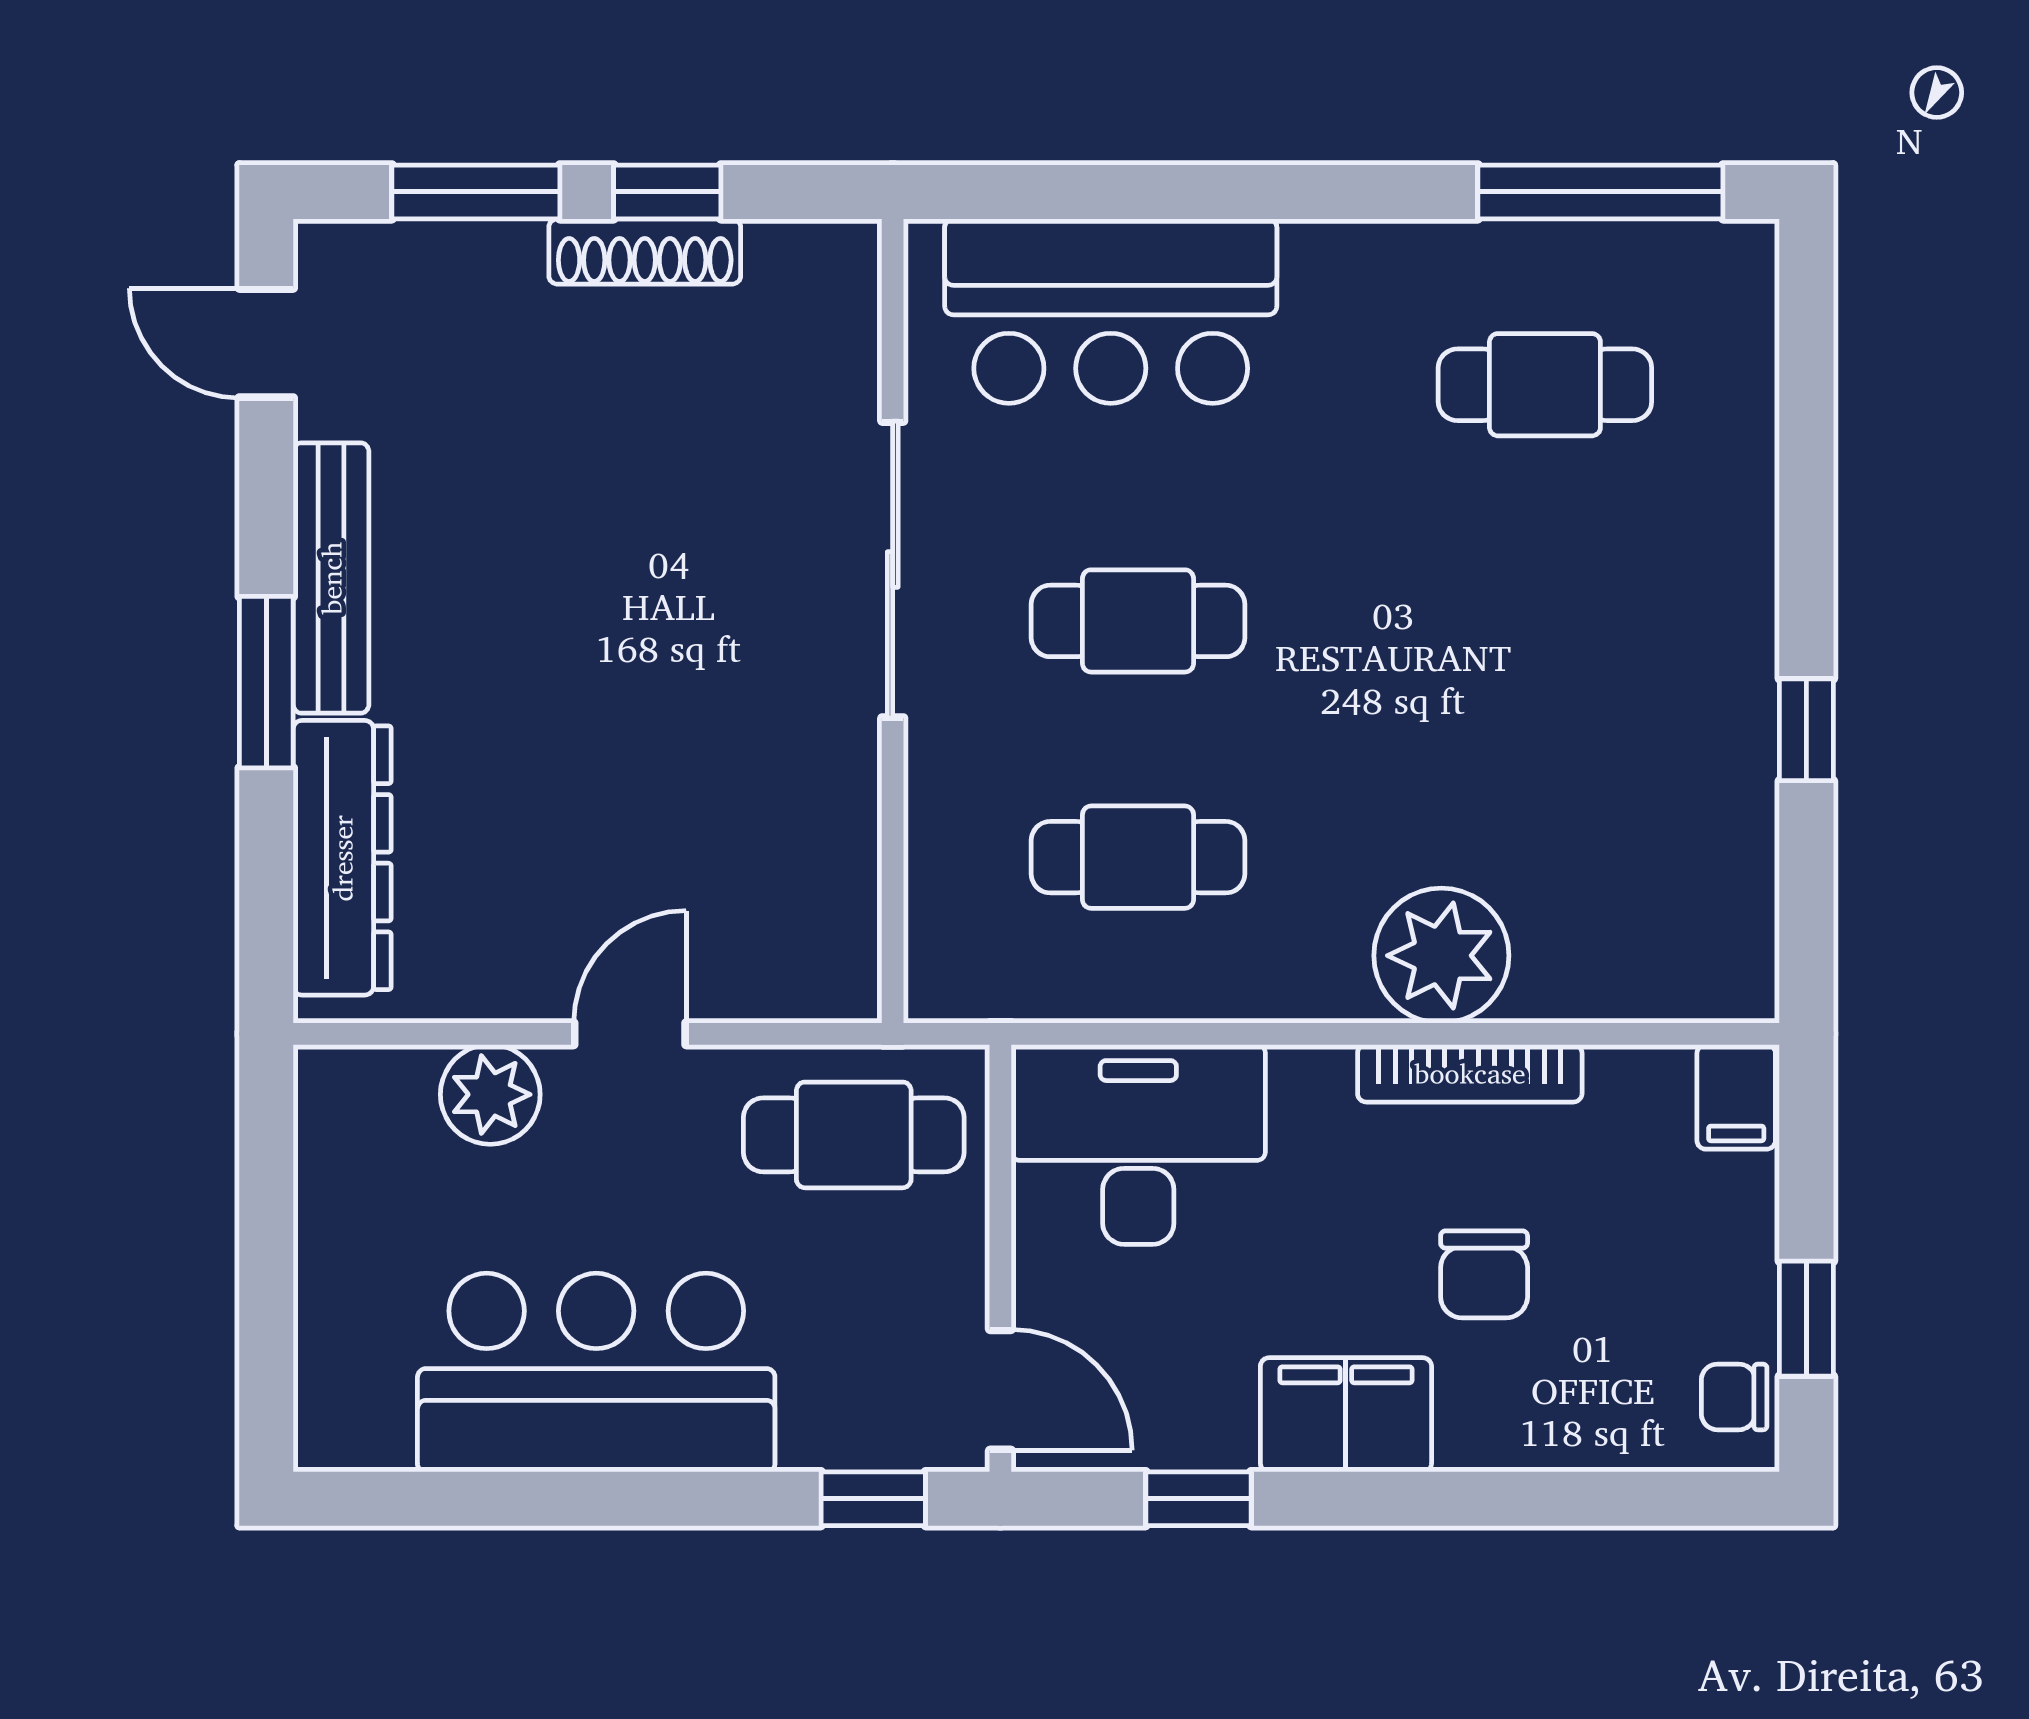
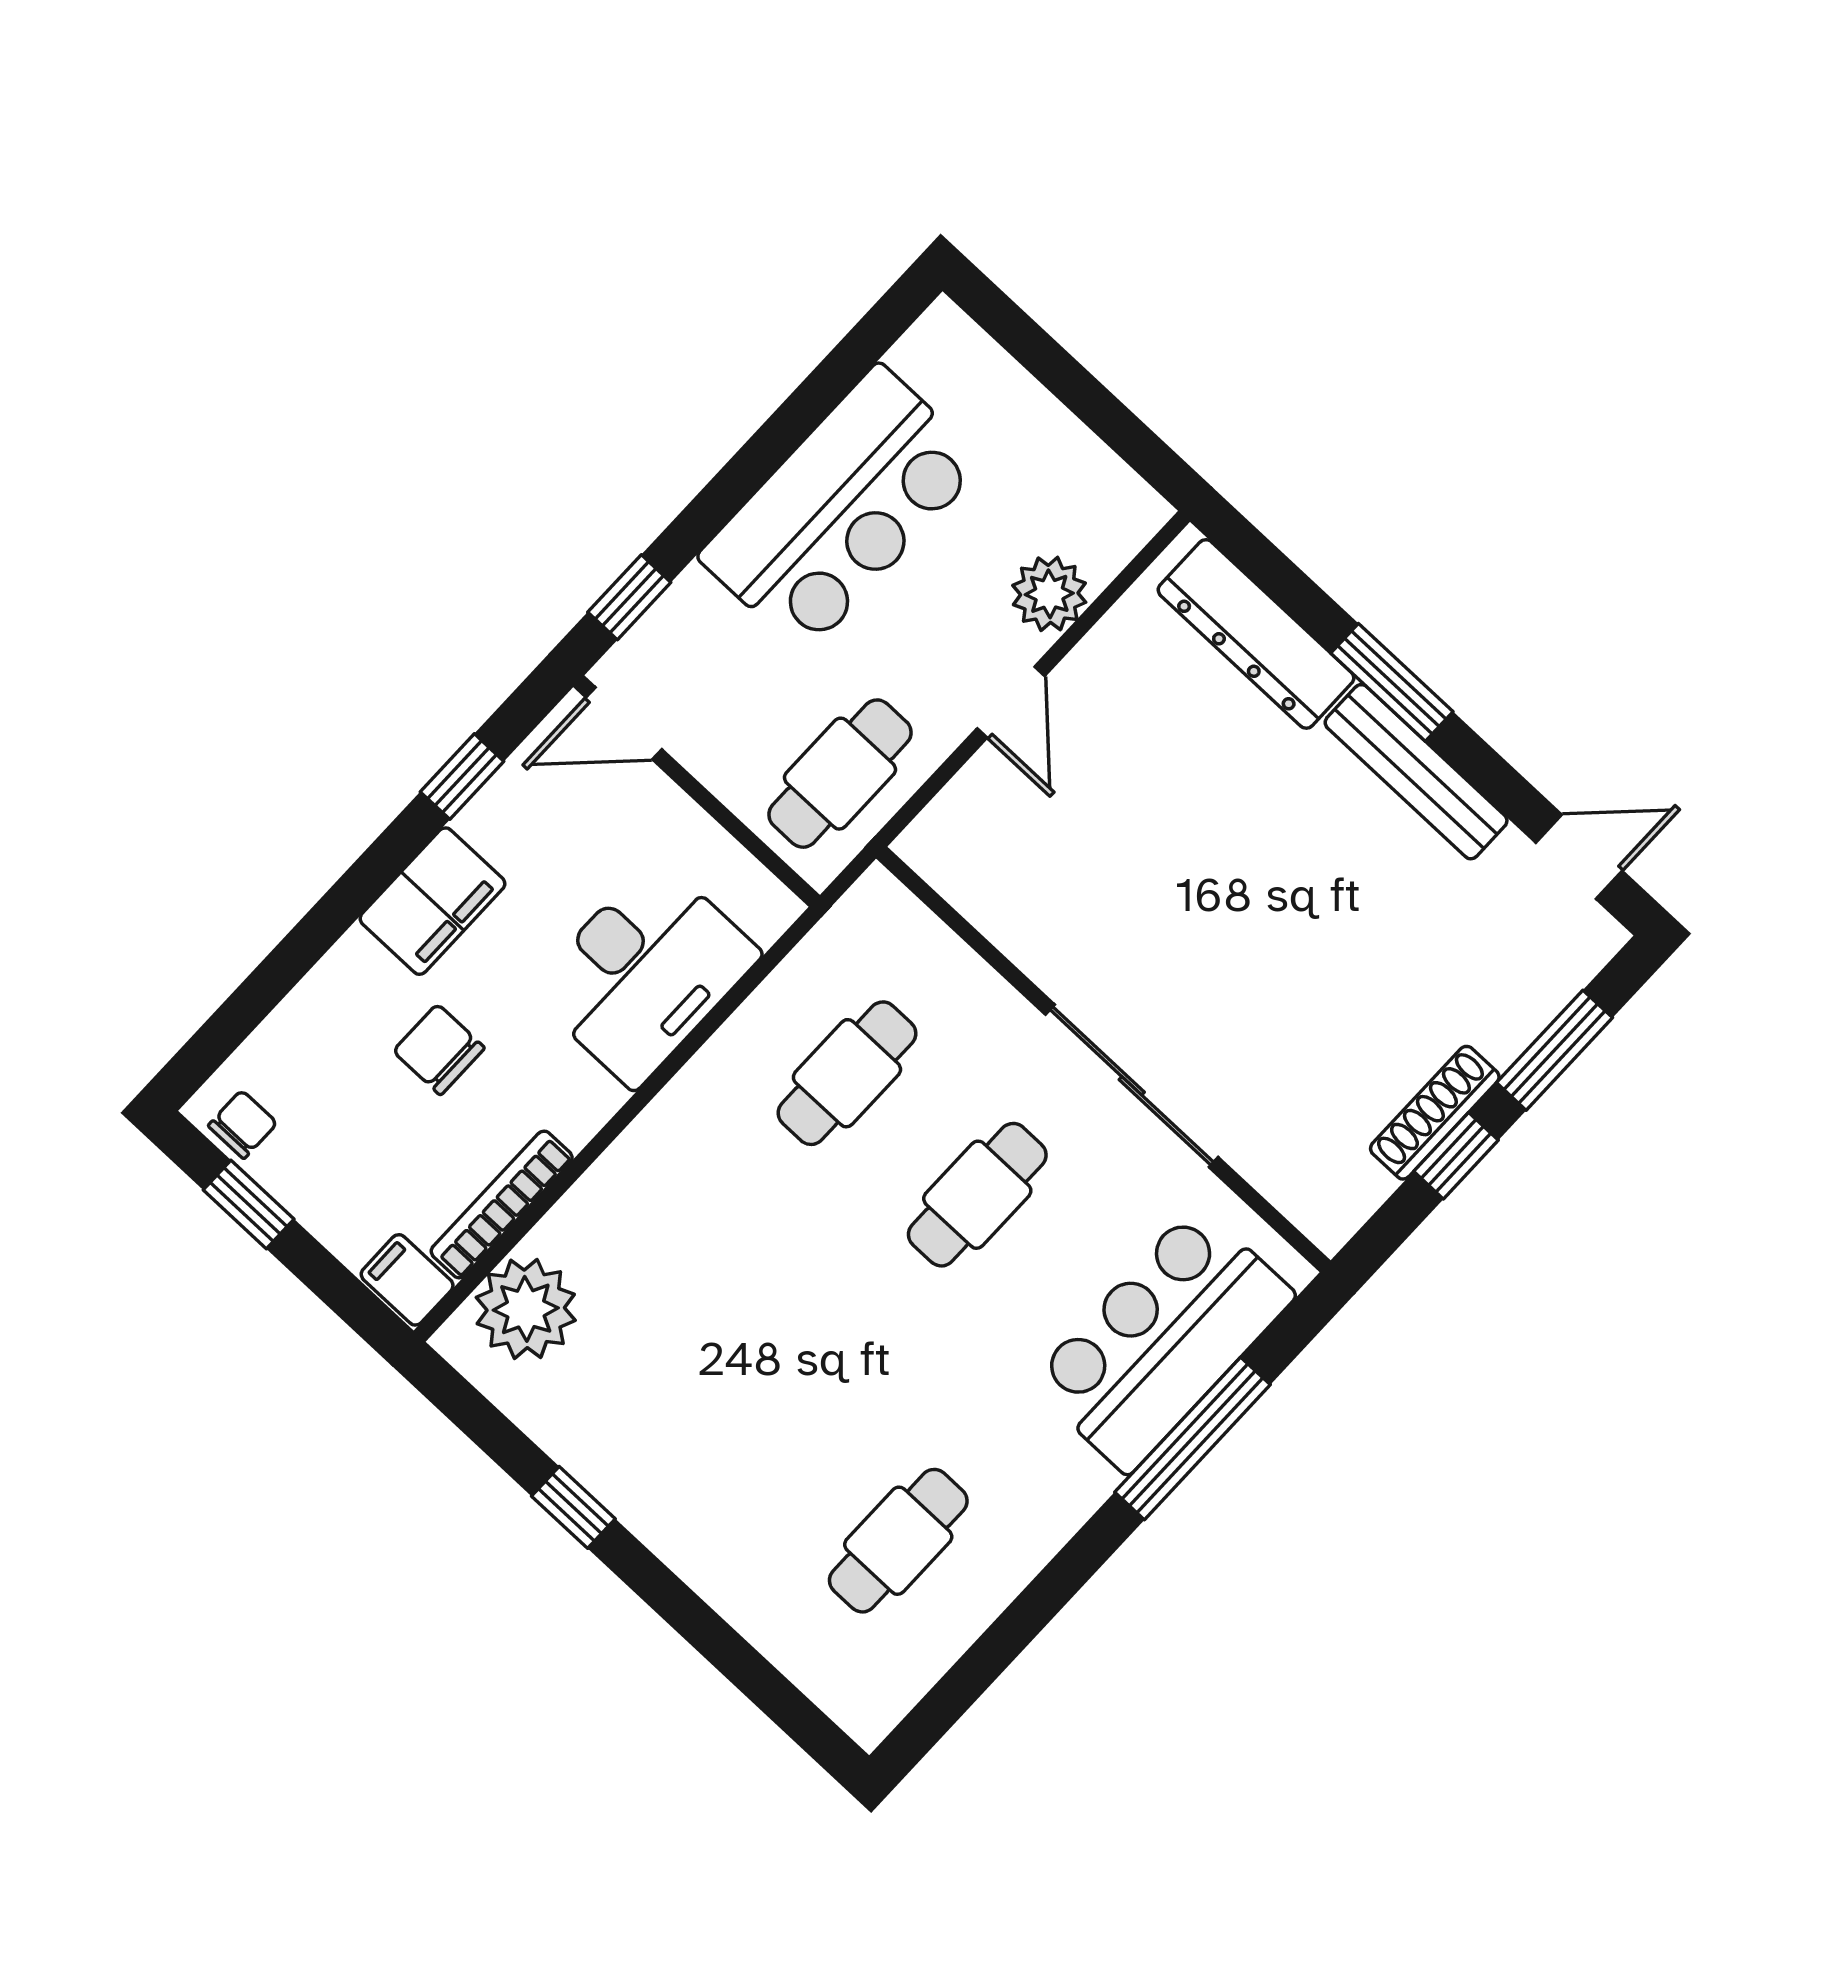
window: (1600, 192) -> (1192, 1438), moved
plant: (1441, 956) -> (526, 1309), moved
bookcase: (1470, 1073) -> (502, 1205), moved
desk: (1138, 1144) -> (645, 972), moved

